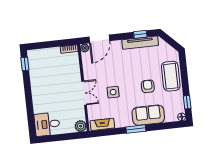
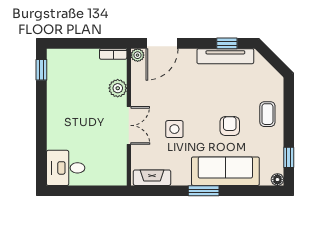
coffee table: (171, 76) -> (267, 114), width x0.54, depth x0.58
sofa: (148, 115) -> (225, 171), width x1.36
plant: (81, 126) -> (118, 88), moved

